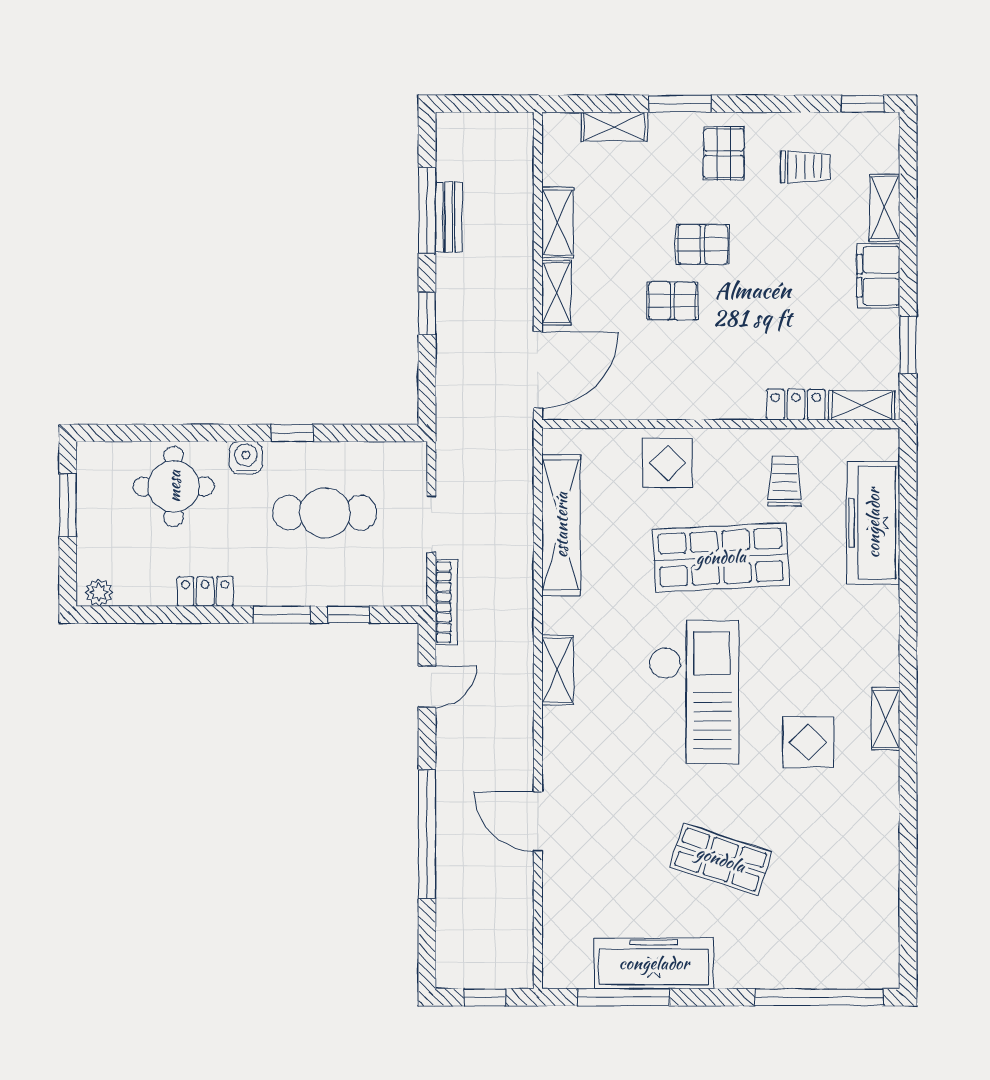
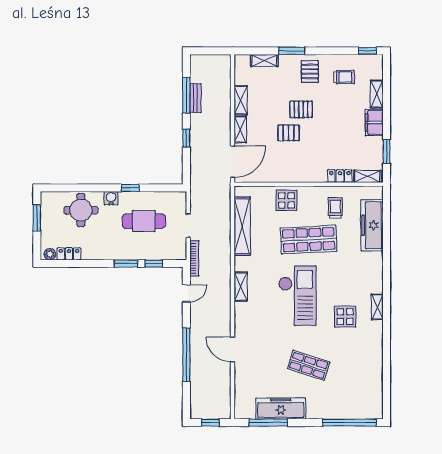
locker: (205, 591) -> (69, 254), moved

